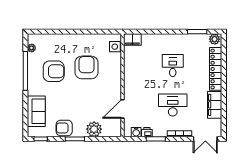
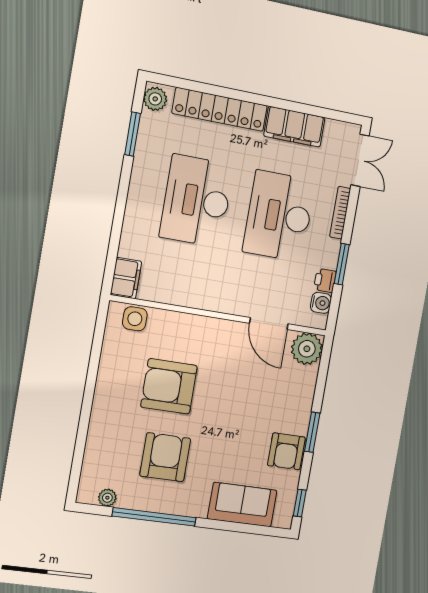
desk: (173, 66) -> (197, 201), width x1.87, depth x1.30
desk: (173, 105) -> (279, 216), width x1.36, depth x1.30
plant: (94, 129) -> (307, 349), moved

